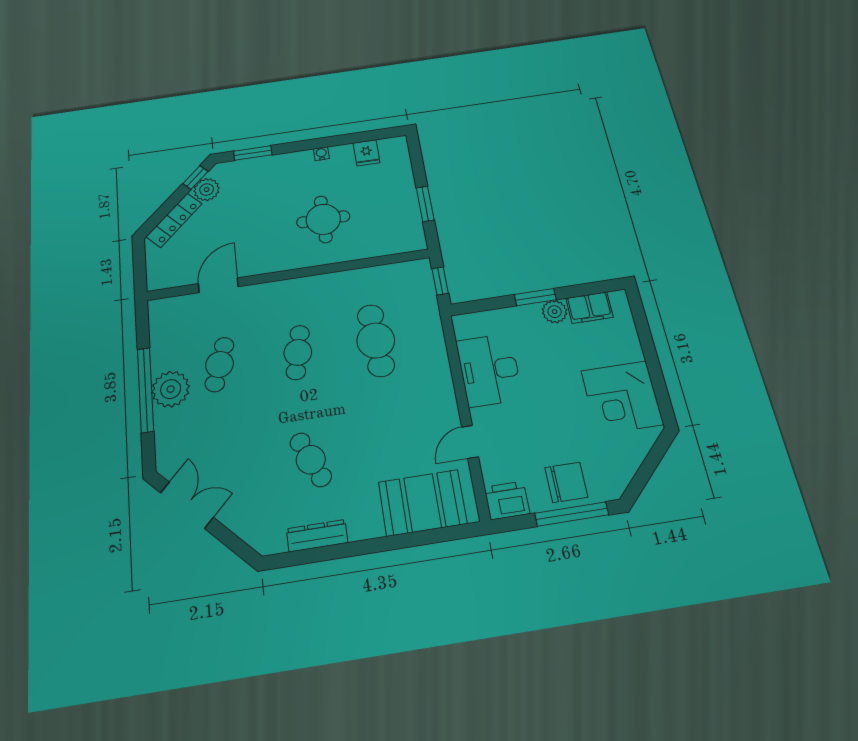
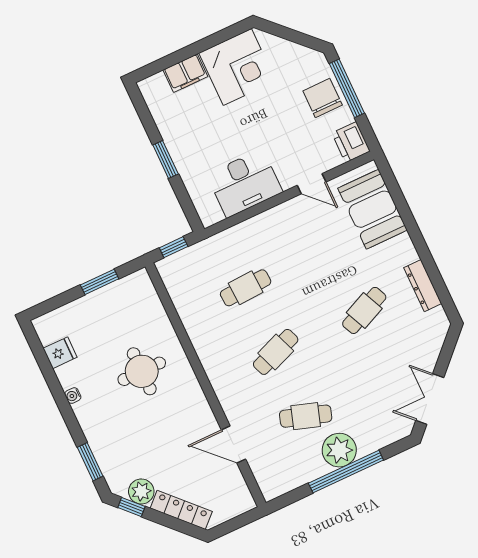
filing cabinet: (589, 308) -> (185, 73), moved, turned 90
plant: (555, 312) -> (175, 140), removed
cafe table: (376, 340) -> (246, 288), width x0.73, depth x0.74
cafe table: (298, 352) -> (276, 352), turned -33

